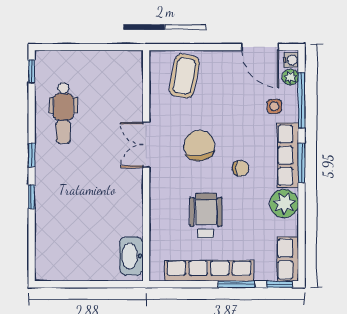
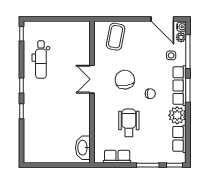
row of seats: (288, 259) -> (179, 139), moved
row of seats: (209, 271) -> (117, 157), width x0.50

